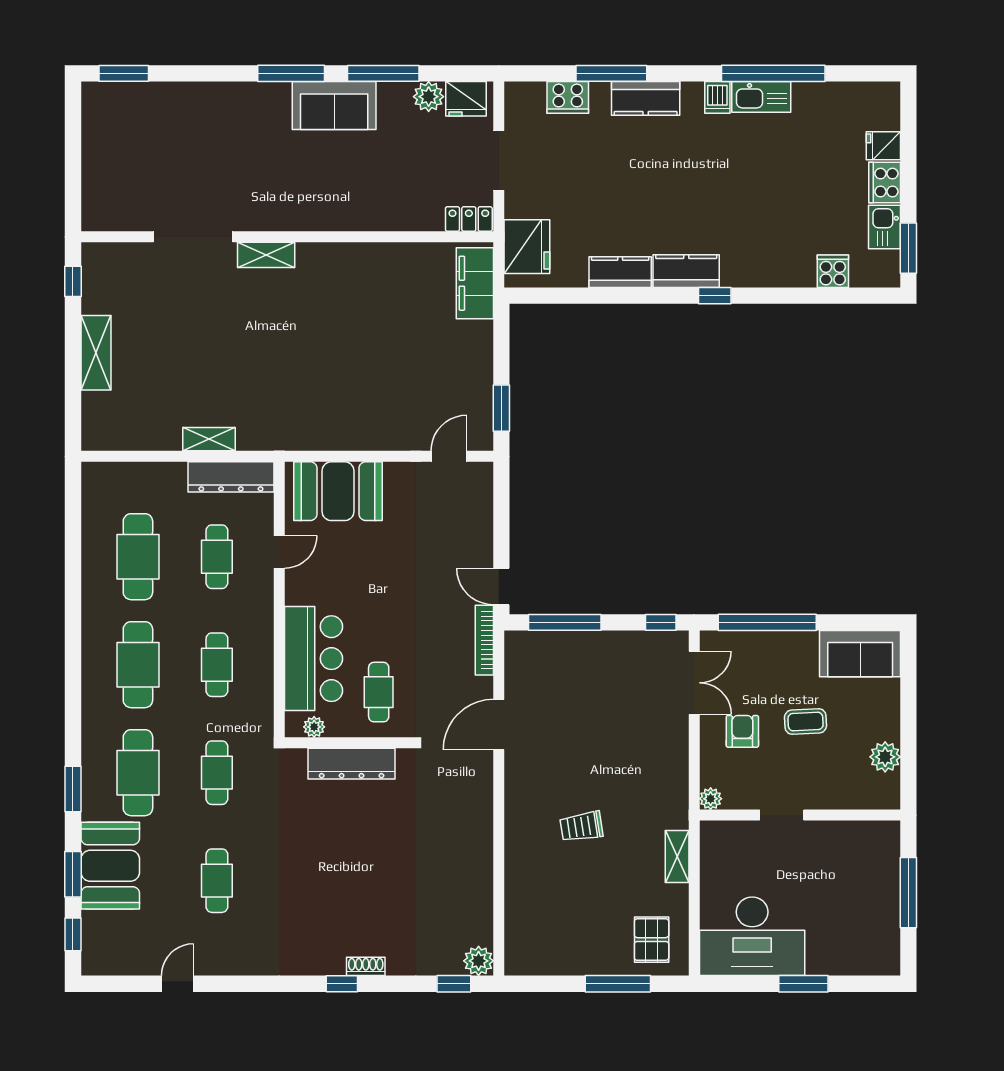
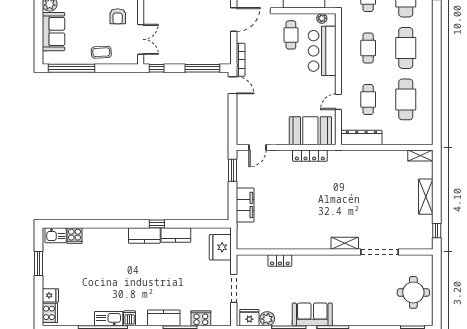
round table: (122, 152) -> (413, 292), added
cooker: (885, 183) -> (50, 313), moved
locker: (469, 219) -> (280, 260), moved
kitchen sink: (884, 227) -> (56, 235), moved, turned 90
window: (908, 248) -> (39, 264), moved
filing cabinet: (475, 283) -> (245, 205), moved
window: (715, 296) -> (157, 224), moved
shelving: (209, 439) -> (420, 155), moved
locker: (339, 439) -> (310, 156), added
window: (767, 622) -> (72, 68), moved
sofa: (860, 654) -> (53, 32), moved, turned 90
double door: (694, 683) -> (141, 39), swing flipped
coffee table: (806, 722) -> (101, 52), moved

